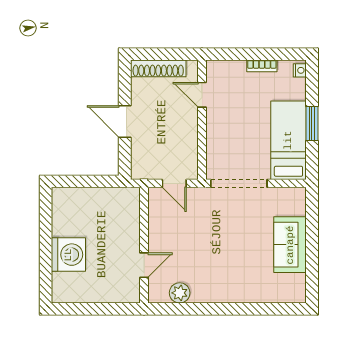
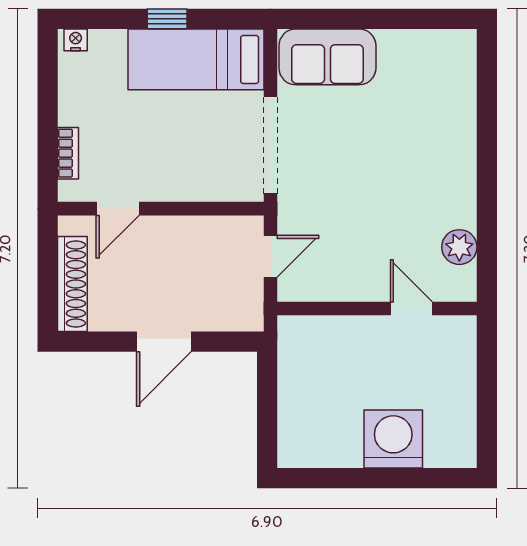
bookcase: (262, 66) -> (68, 153), moved
window: (312, 123) -> (167, 19), width x0.67
sofa: (290, 245) -> (327, 57), moved

